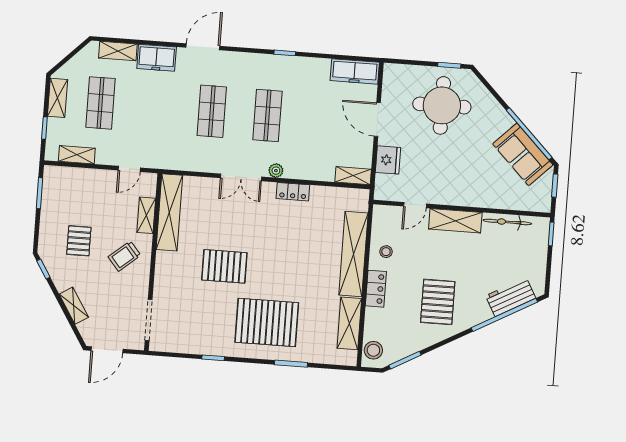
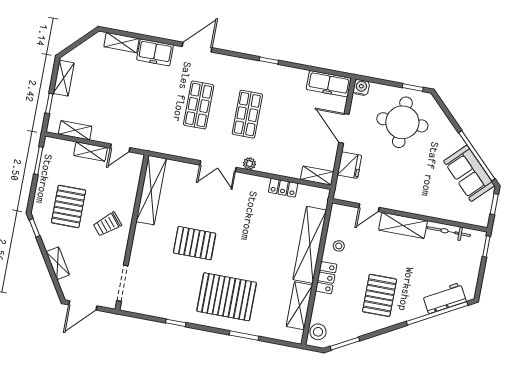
water cooler: (391, 72) -> (361, 87), added
shop shelf: (100, 103) -> (101, 87), removed
locker: (293, 192) -> (283, 188), moved
shelving: (146, 215) -> (91, 152), moved, turned 90
pallet: (79, 241) -> (69, 206), width x1.50, depth x1.42

